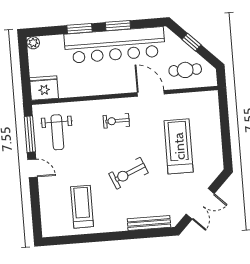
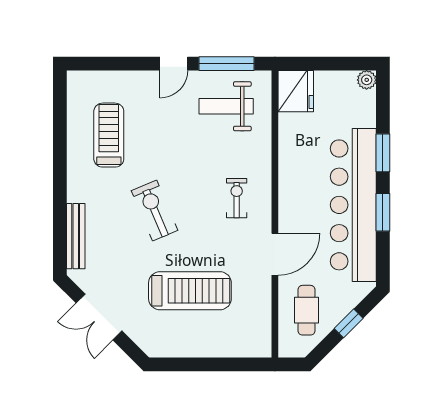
treadmill: (82, 207) -> (109, 135), turned -90

